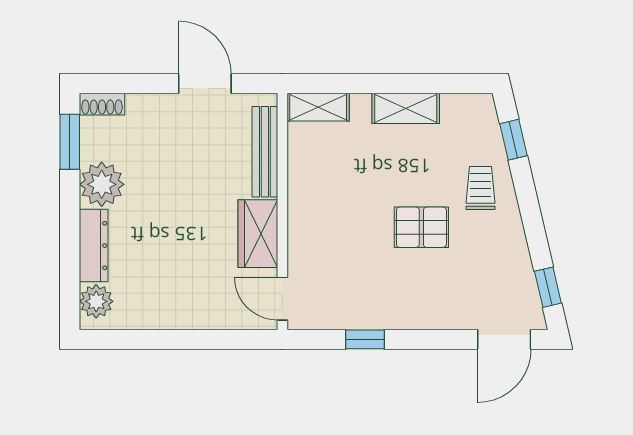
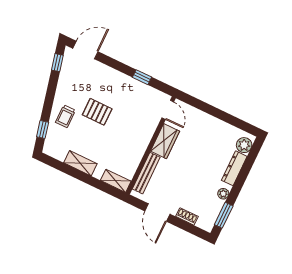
shoe rack: (102, 104) -> (187, 216), moved
plant: (102, 184) -> (223, 194), width x0.53, depth x0.53

